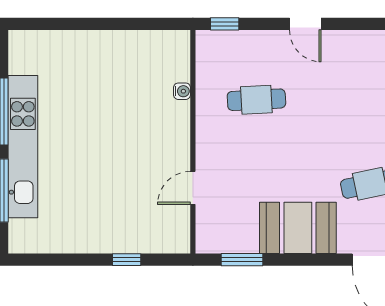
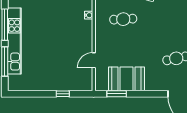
booth: (298, 228) -> (126, 79), moved

